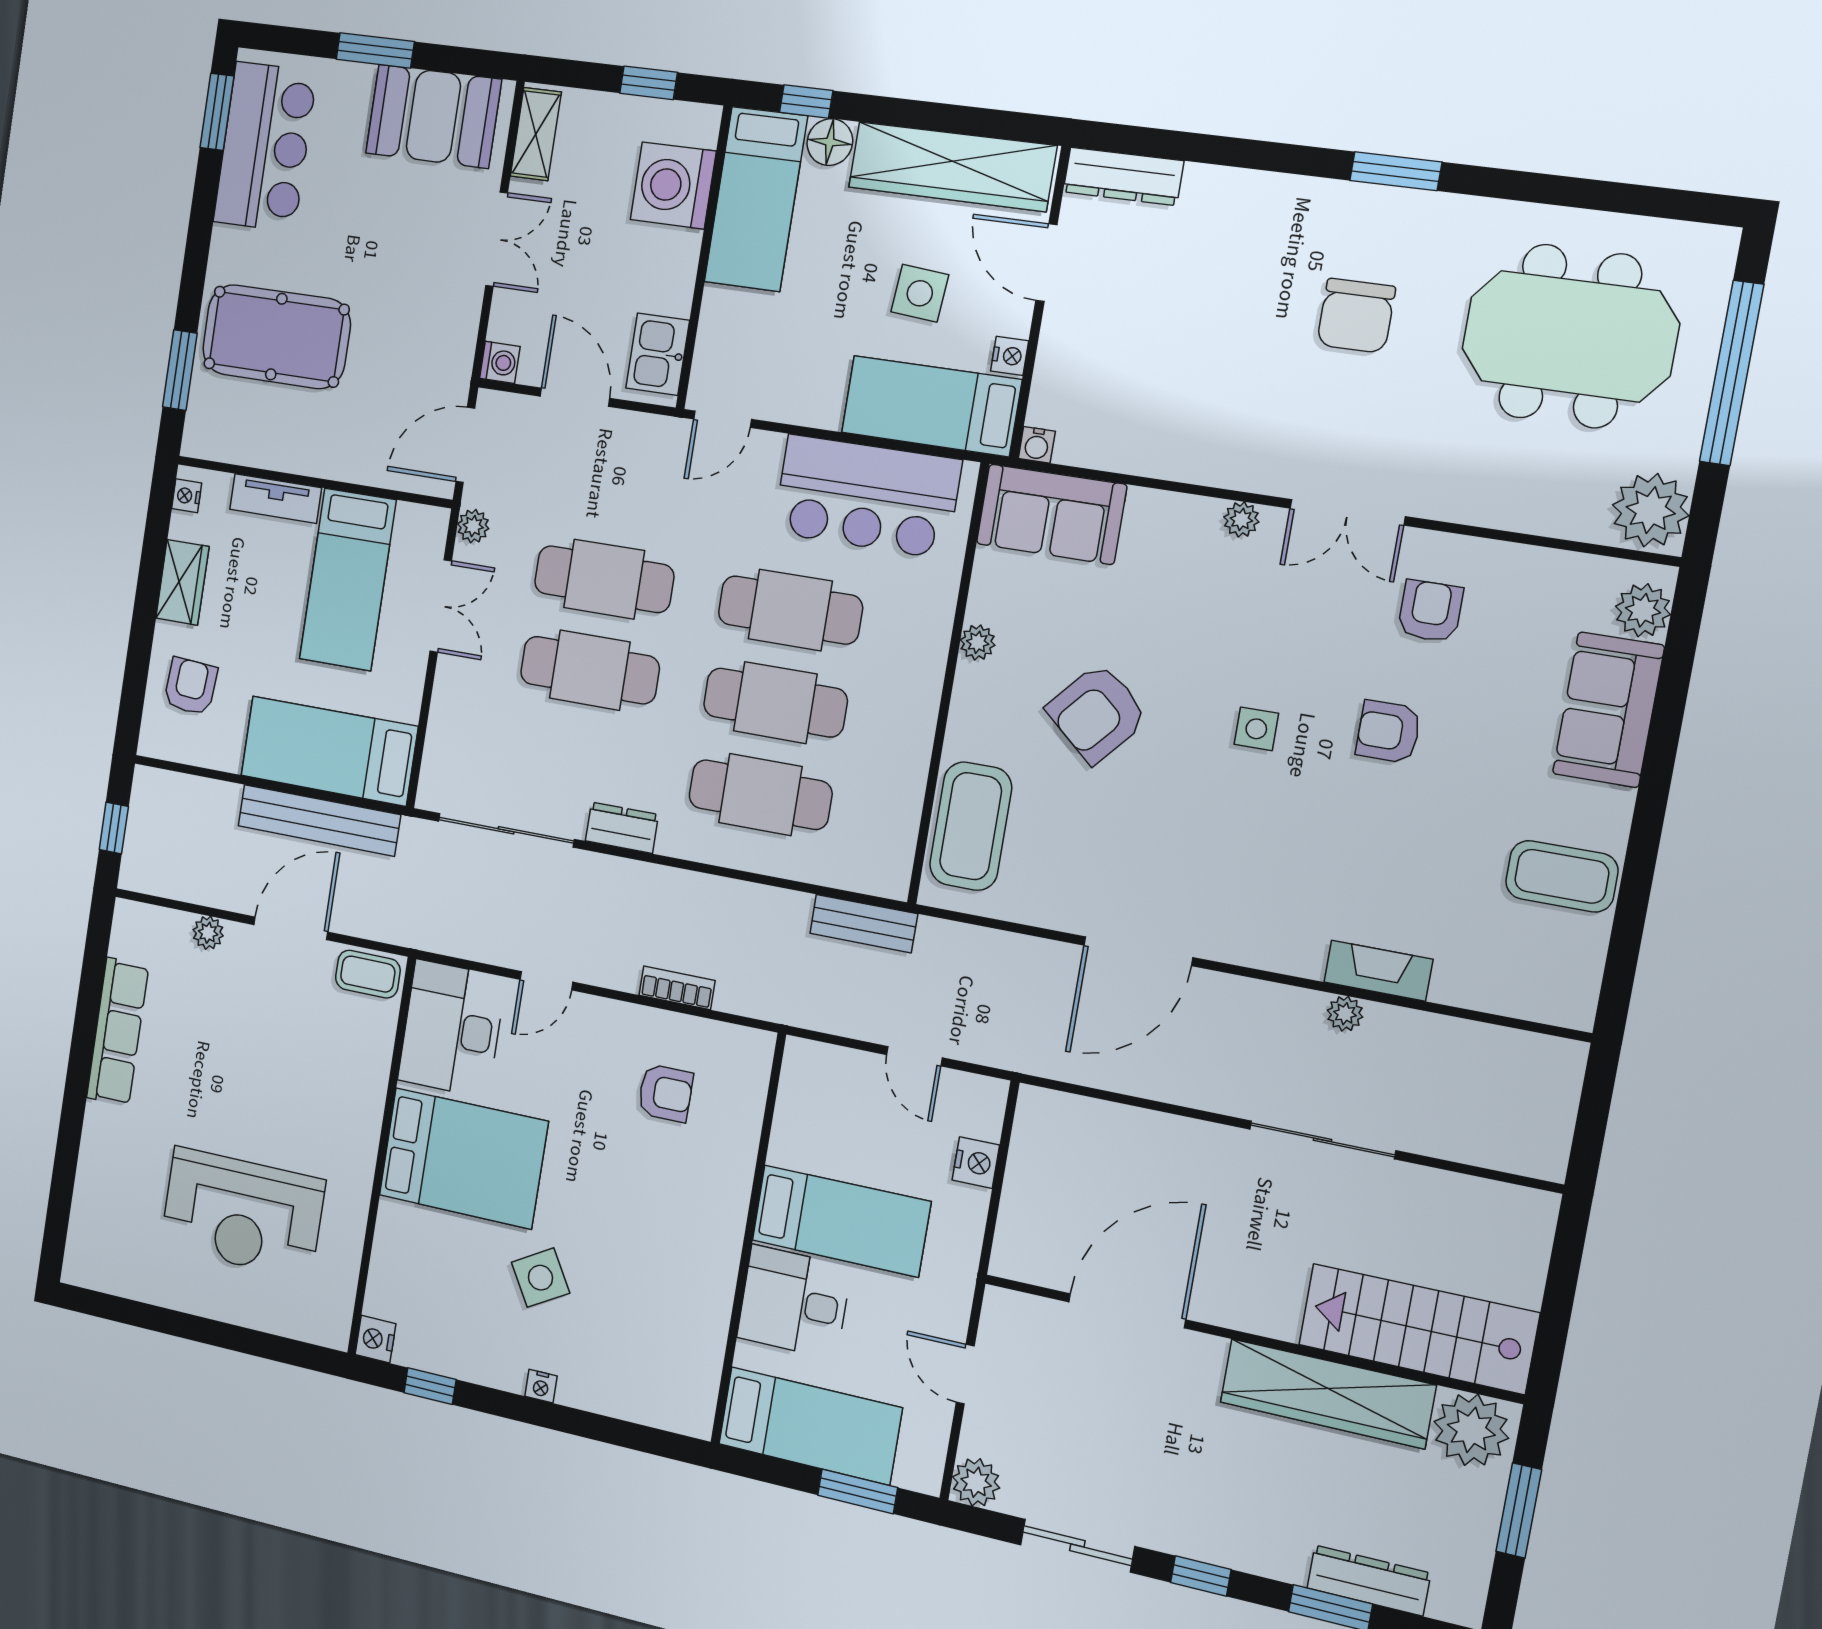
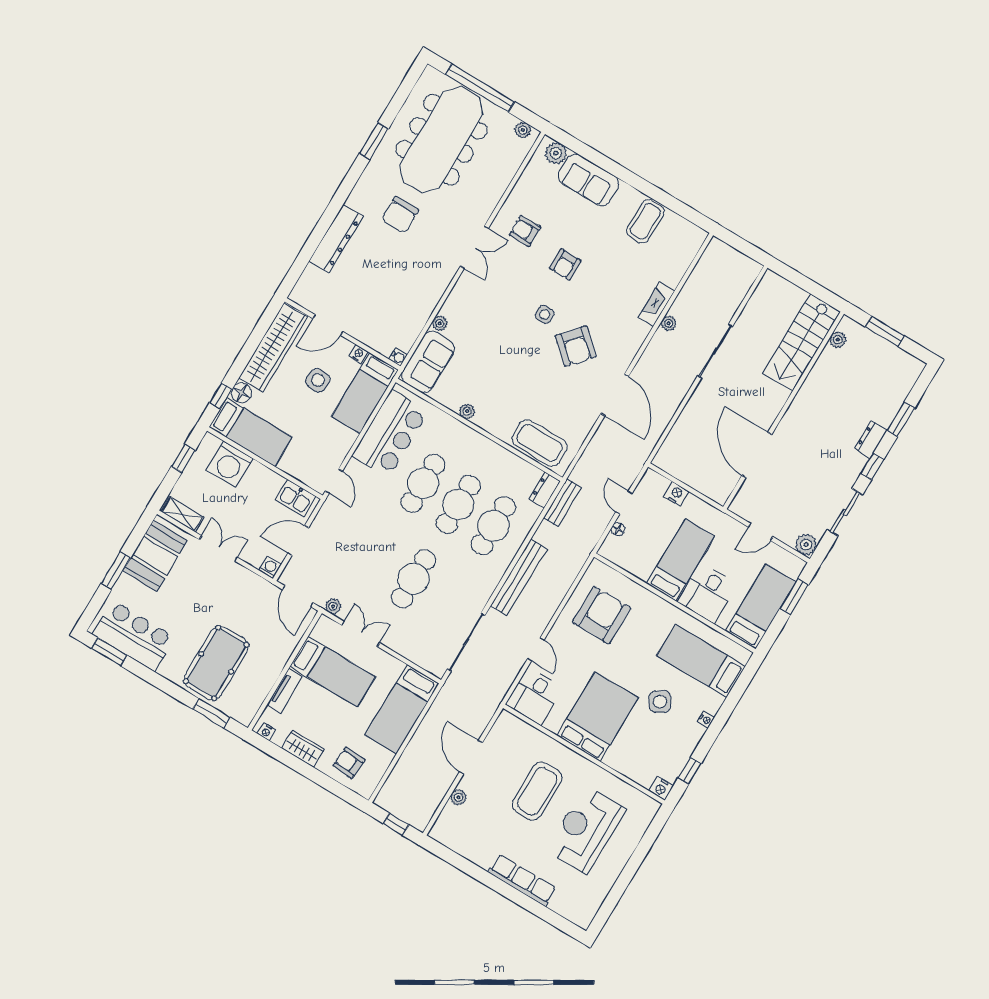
window: (1396, 171) -> (374, 141), moved
dresser: (1123, 176) -> (336, 239), moved, width x1.37, depth x1.24
chair: (1356, 316) -> (400, 215), turned 90
meeting table: (1570, 336) -> (442, 140), width x1.36
plant: (1651, 510) -> (523, 130), width x0.53, depth x0.53
plant: (1241, 519) -> (440, 323), moved
cafe table: (604, 579) -> (378, 558), removed
armchair: (1097, 713) -> (576, 346), moved
bench: (319, 820) -> (519, 577), moved
dresser: (622, 828) -> (545, 490), moved
coffee table: (368, 974) -> (537, 791), moved, width x1.86, depth x1.72
bookcase: (677, 988) -> (560, 593), removed
desk: (452, 1029) -> (534, 696), width x0.73
row of seats: (118, 1032) -> (522, 880), moved
door: (914, 1056) -> (624, 503), swing flipped
floor lamp: (854, 1064) -> (618, 529), added
armchair: (665, 1093) -> (602, 615), width x1.88, depth x1.88
reception desk: (242, 1213) -> (586, 830), turned 180
bed: (653, 1336) -> (701, 661), added
wardrobe: (1328, 1394) -> (816, 388), removed
plant: (1471, 1430) -> (838, 340), width x0.53, depth x0.53
dresser: (1369, 1580) -> (871, 439), moved, width x0.70

